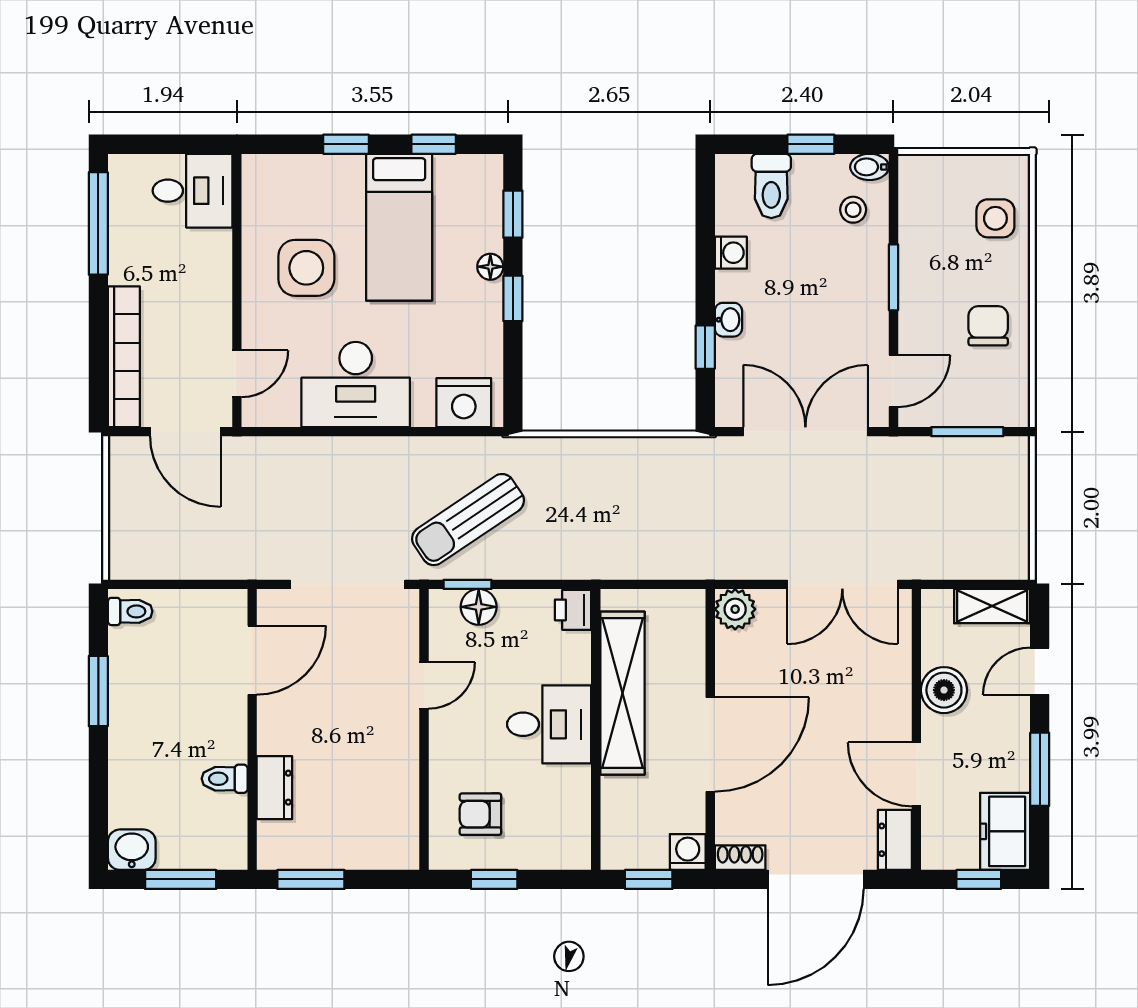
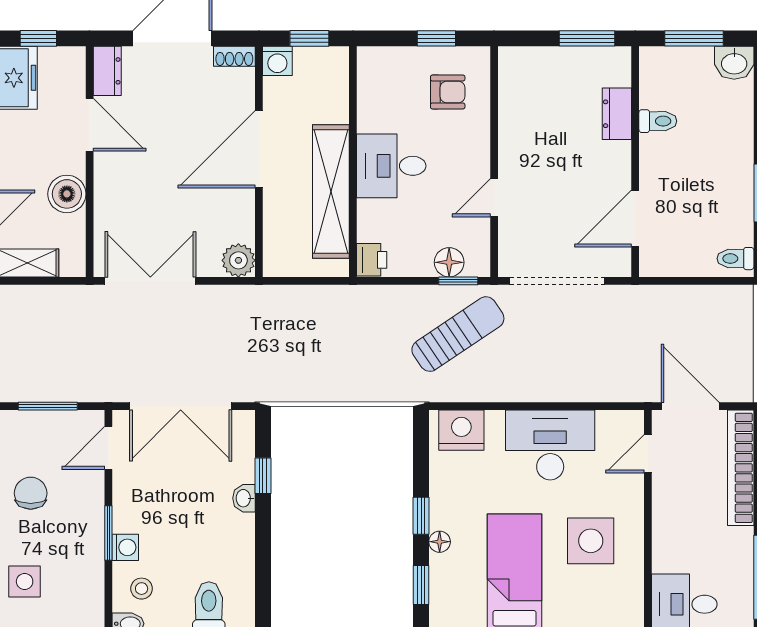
washing machine: (731, 253) -> (125, 547), moved, turned 180
chair: (988, 326) -> (31, 493), turned 180

